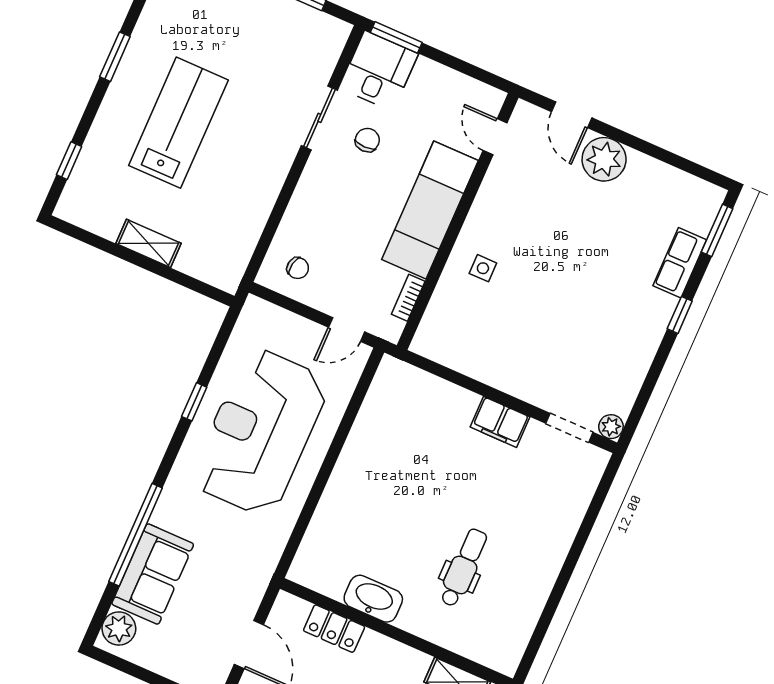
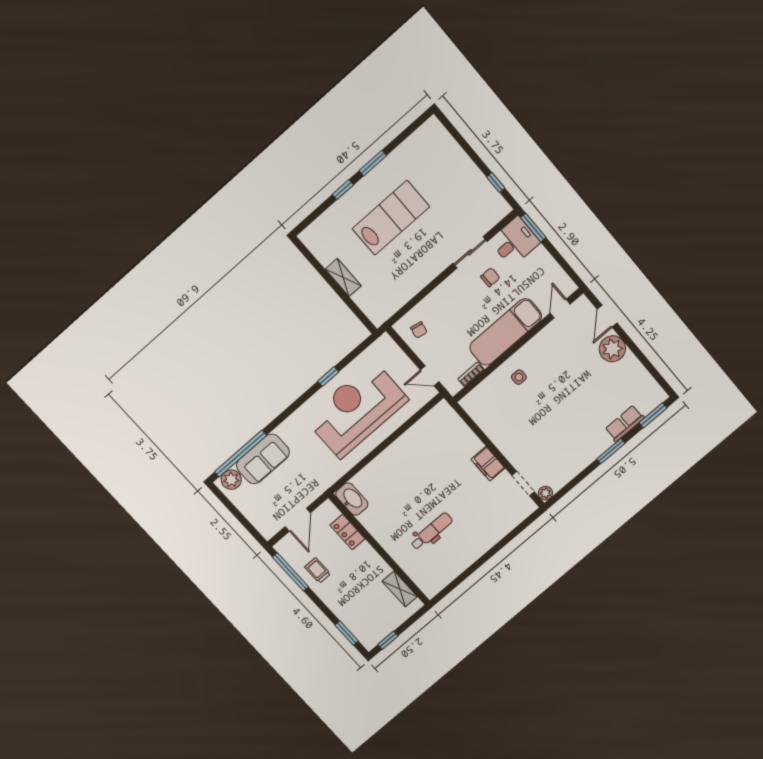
window: (69, 161) -> (343, 190), moved
window: (680, 315) -> (611, 451), width x1.50
window: (136, 535) -> (240, 454), moved
washbasin: (373, 599) -> (352, 499), moved

